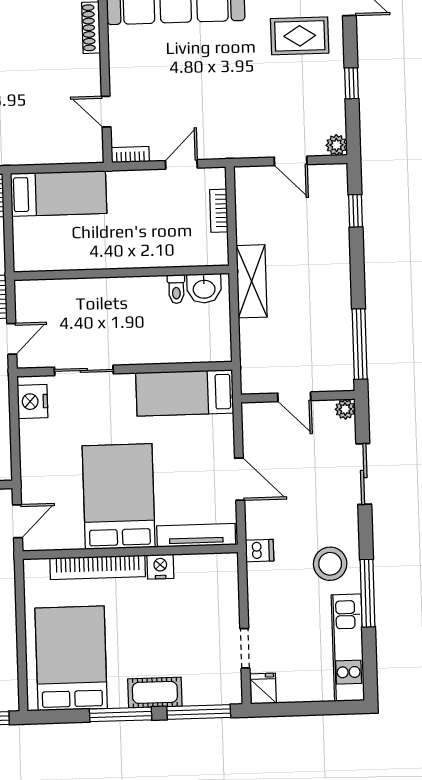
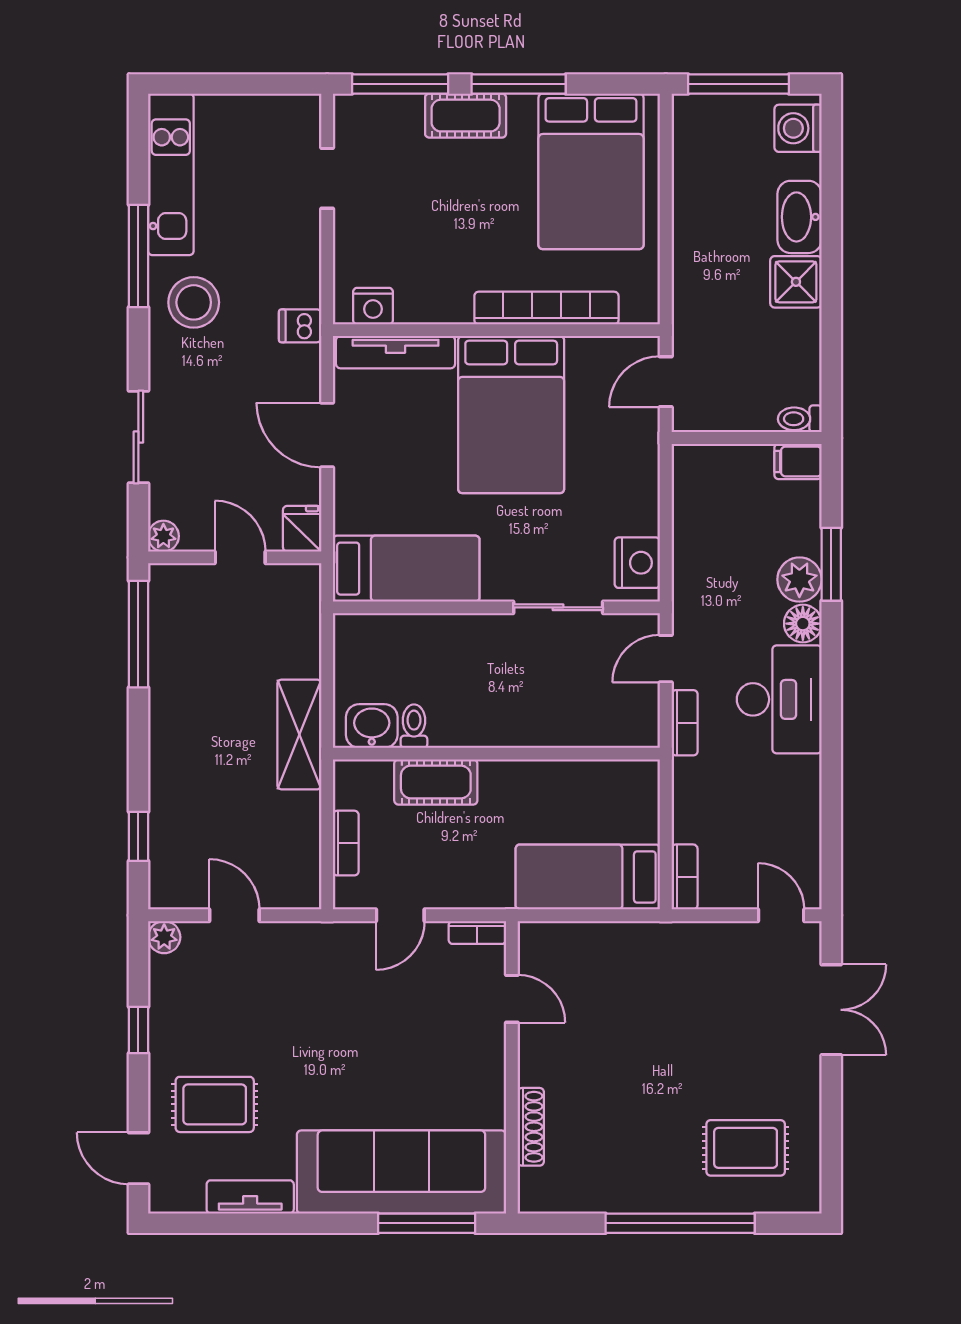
cot: (161, 253) -> (436, 782), added
nightstand: (160, 567) -> (373, 306), moved
fridge: (263, 689) -> (302, 529), moved, turned 180

